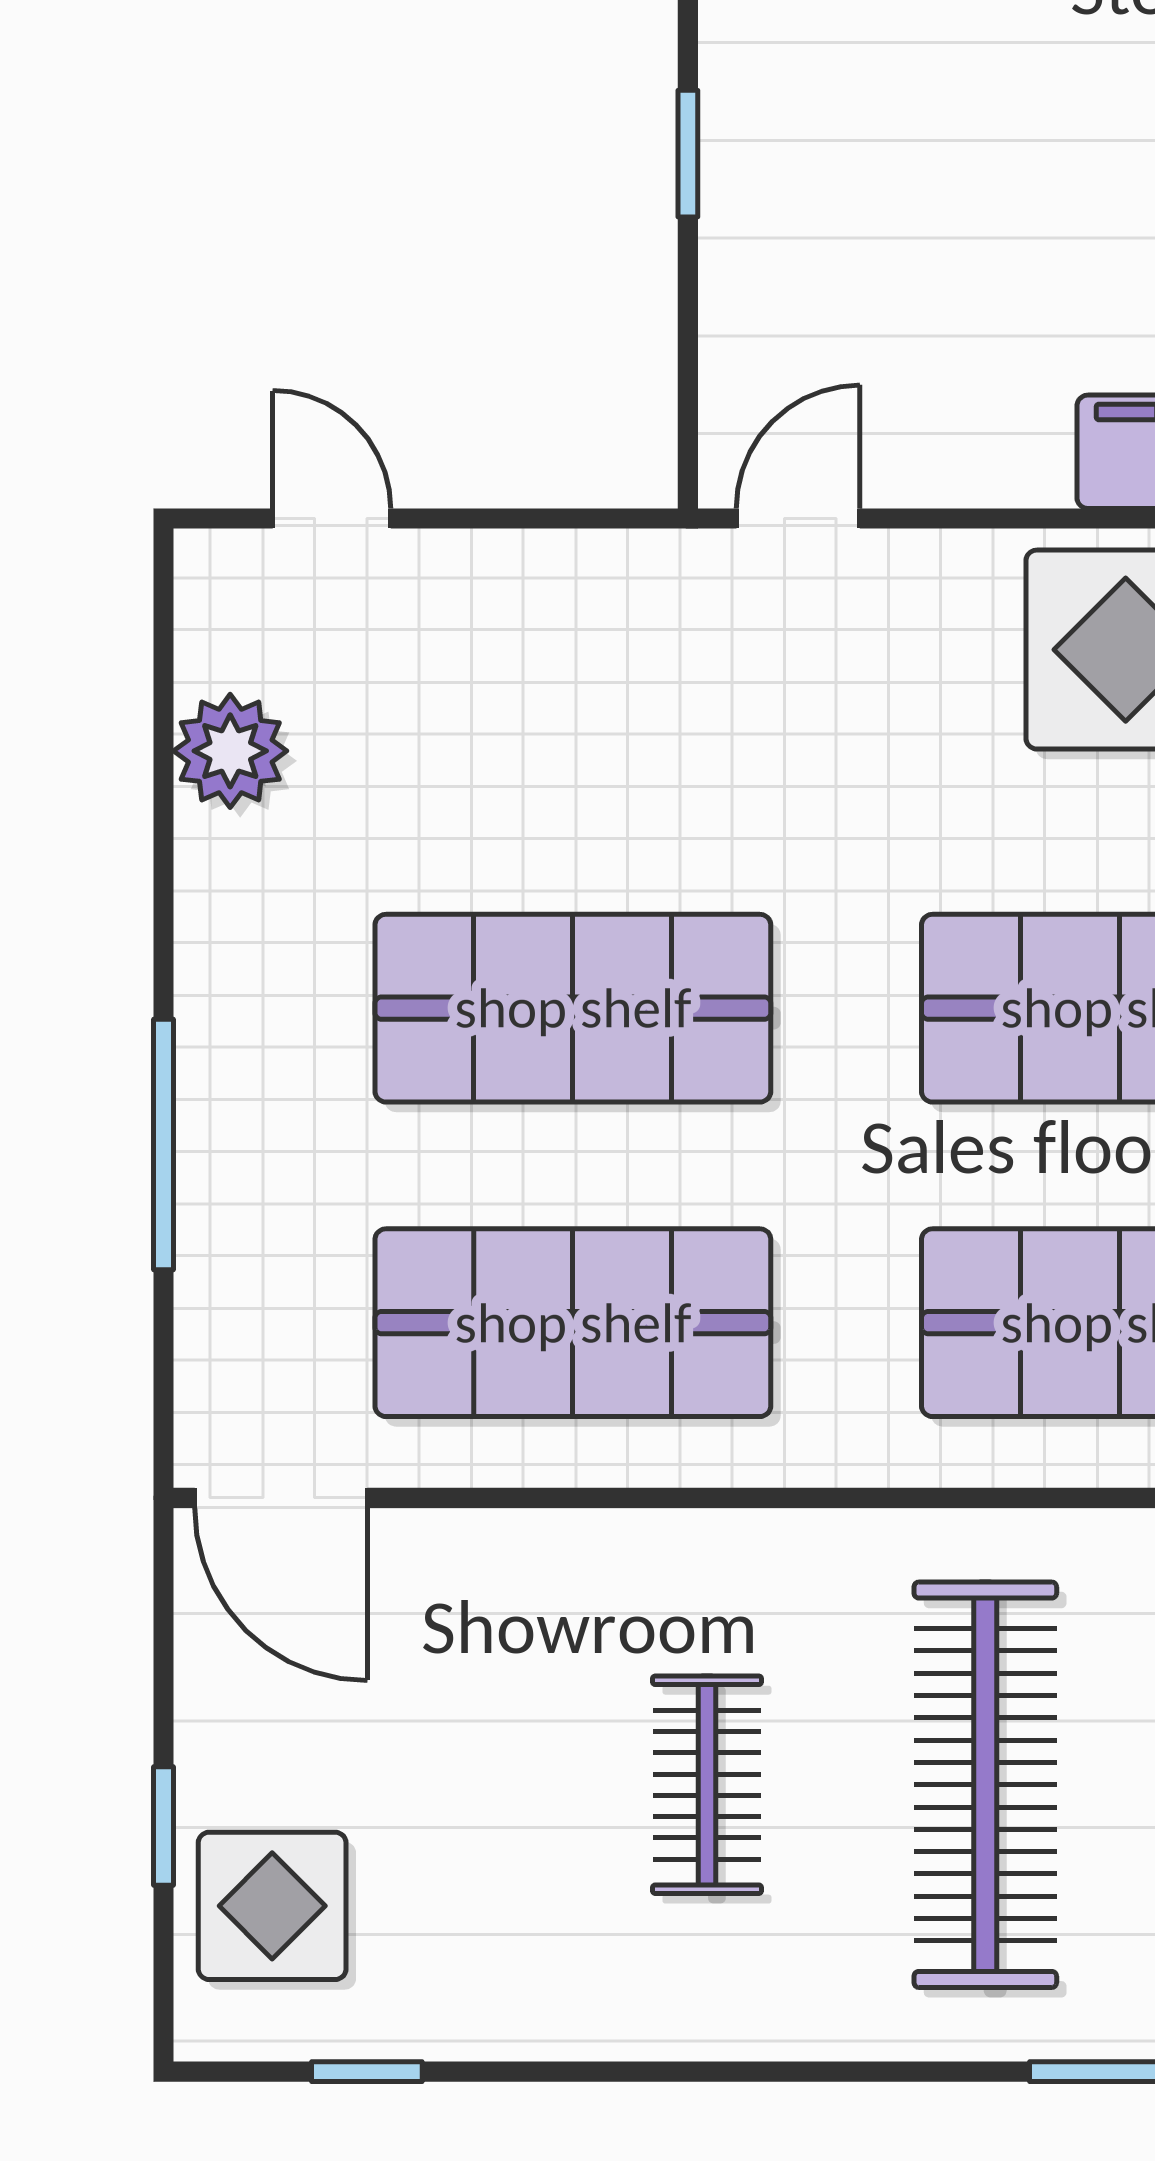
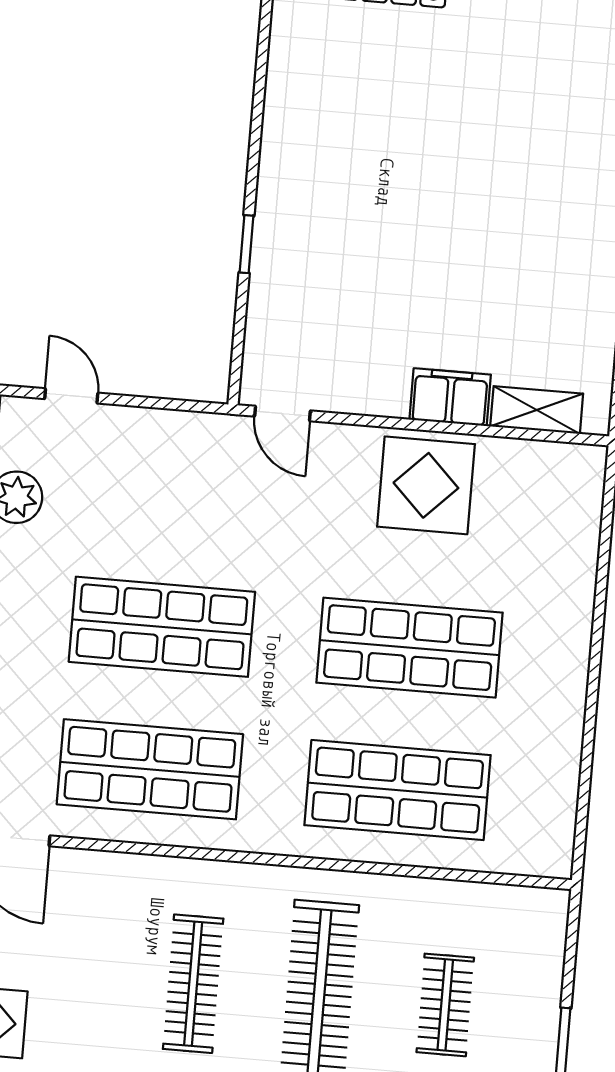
door: (798, 519) -> (283, 414), swing flipped
clothes rail: (707, 1785) -> (193, 984), width x1.36

